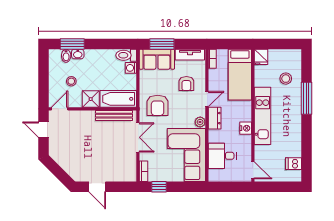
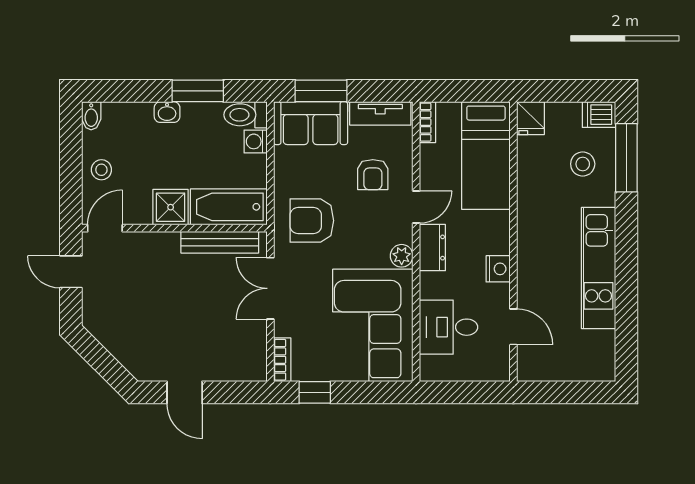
window: (72, 44) -> (198, 91), moved
washbasin: (78, 54) -> (167, 112), moved
bidet: (66, 56) -> (91, 116), moved
stool: (71, 81) -> (101, 170), moved
window: (306, 98) -> (626, 158), moved
armchair: (158, 105) -> (312, 221), turned 90
kitchen unit: (263, 116) -> (598, 268), moved, turned 180
double door: (138, 137) -> (270, 288), swing flipped
dishwasher: (293, 164) -> (599, 115), moved
door: (253, 170) -> (513, 327), moved

